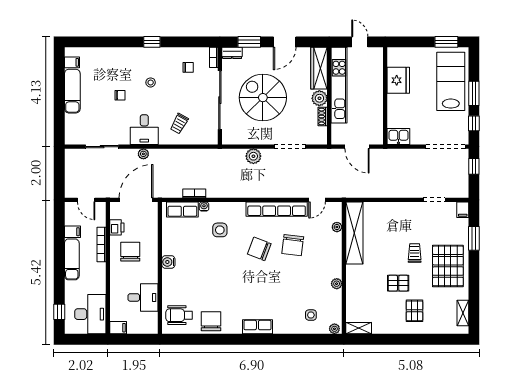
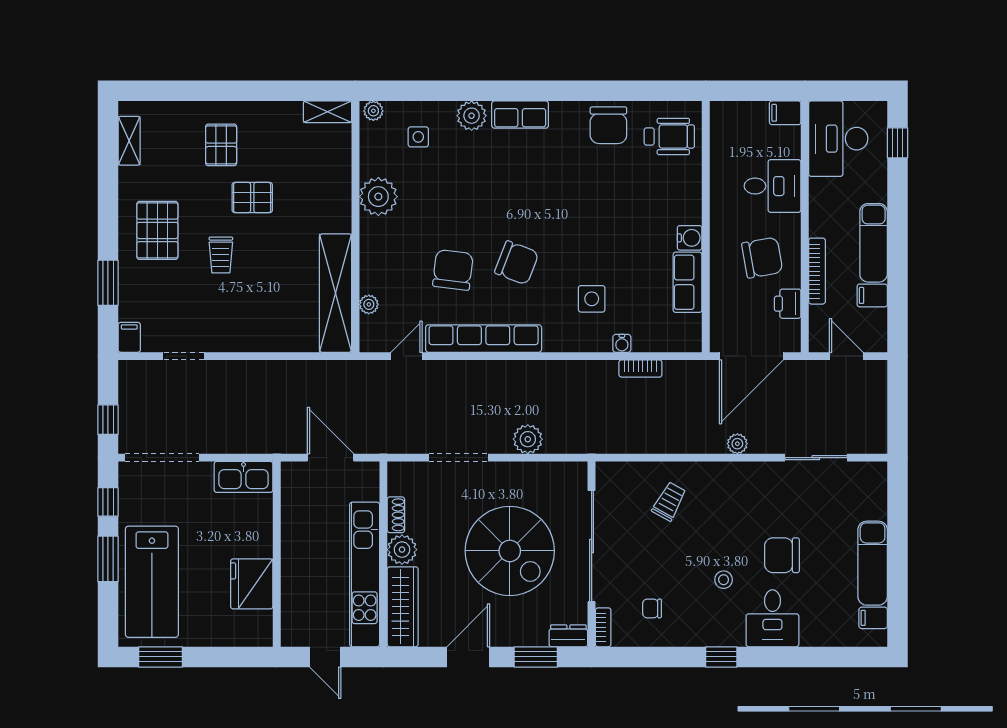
chair: (120, 95) -> (782, 555), width x1.87, depth x1.87
desk: (144, 130) -> (772, 618), moved, turned 180
kitchen sink: (398, 136) -> (244, 477), width x1.38
row of seats: (182, 209) -> (688, 282), moved, turned -90
chair: (130, 252) -> (762, 258), turned -100
pallet: (448, 266) -> (157, 230), width x0.73, depth x0.71
plant: (337, 284) -> (378, 197), width x1.87, depth x1.87
desk: (143, 297) -> (773, 186), moved, turned 180
plant: (283, 326) -> (472, 116), added

